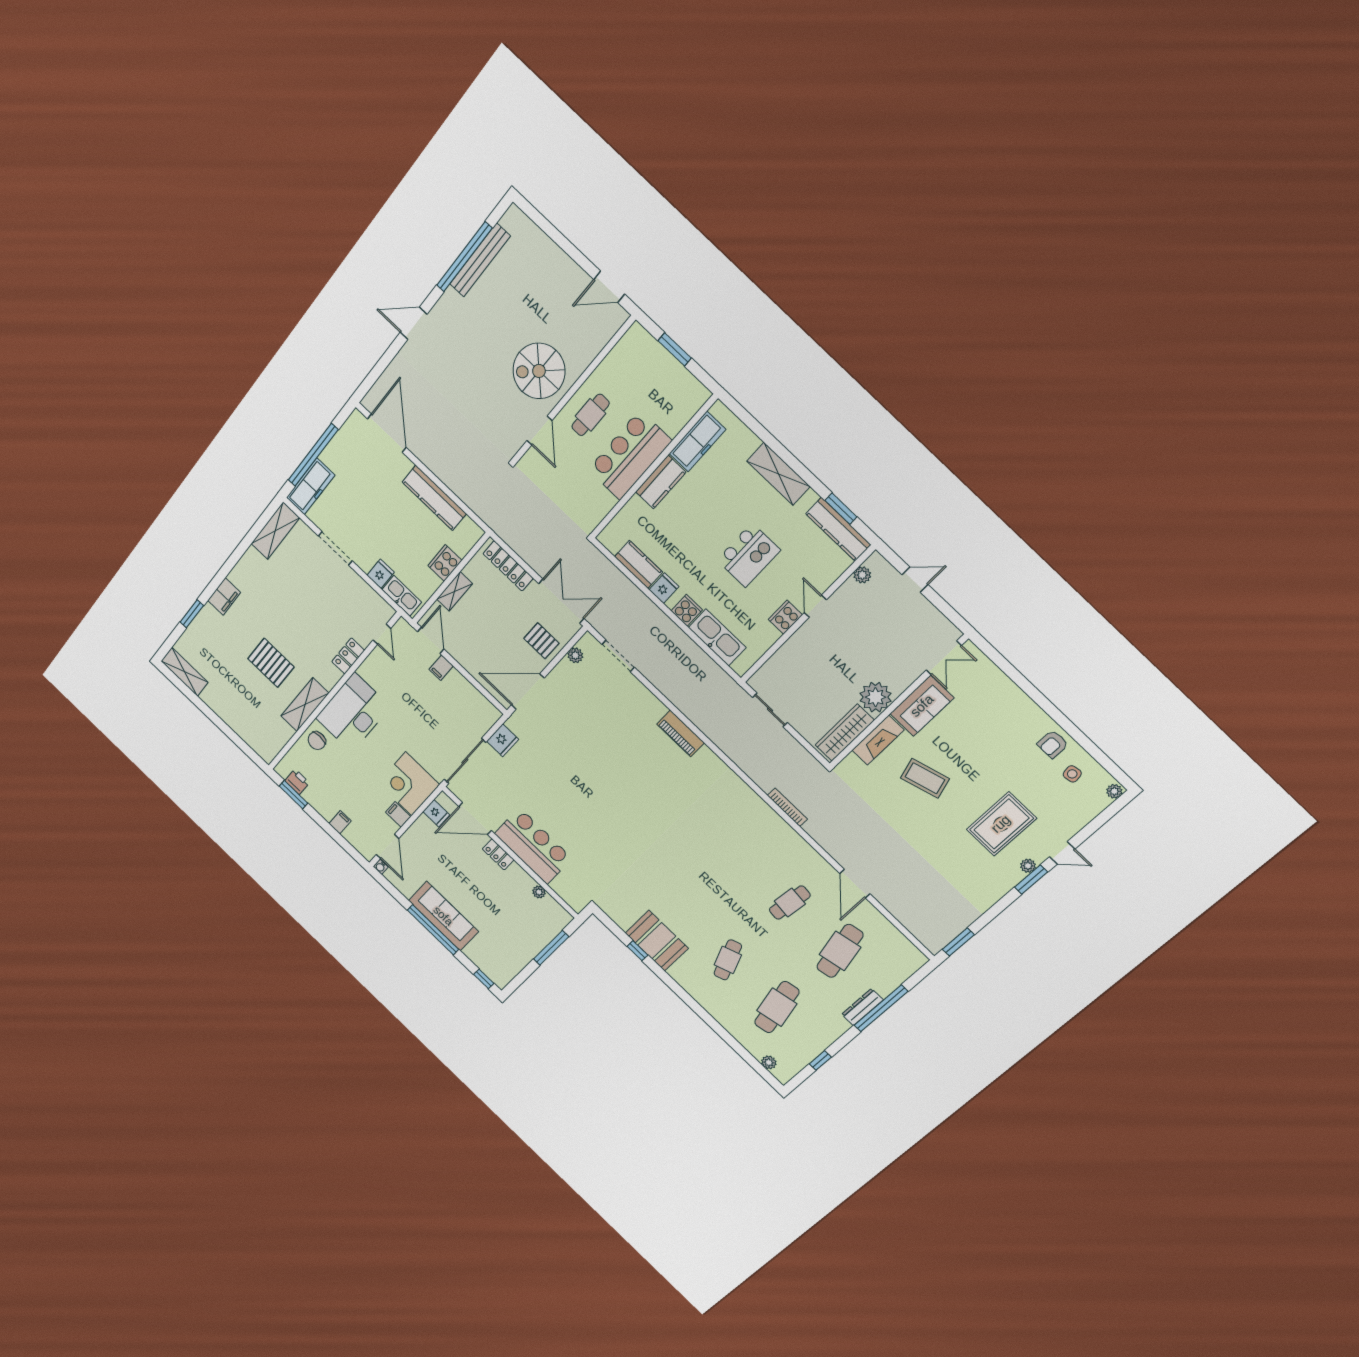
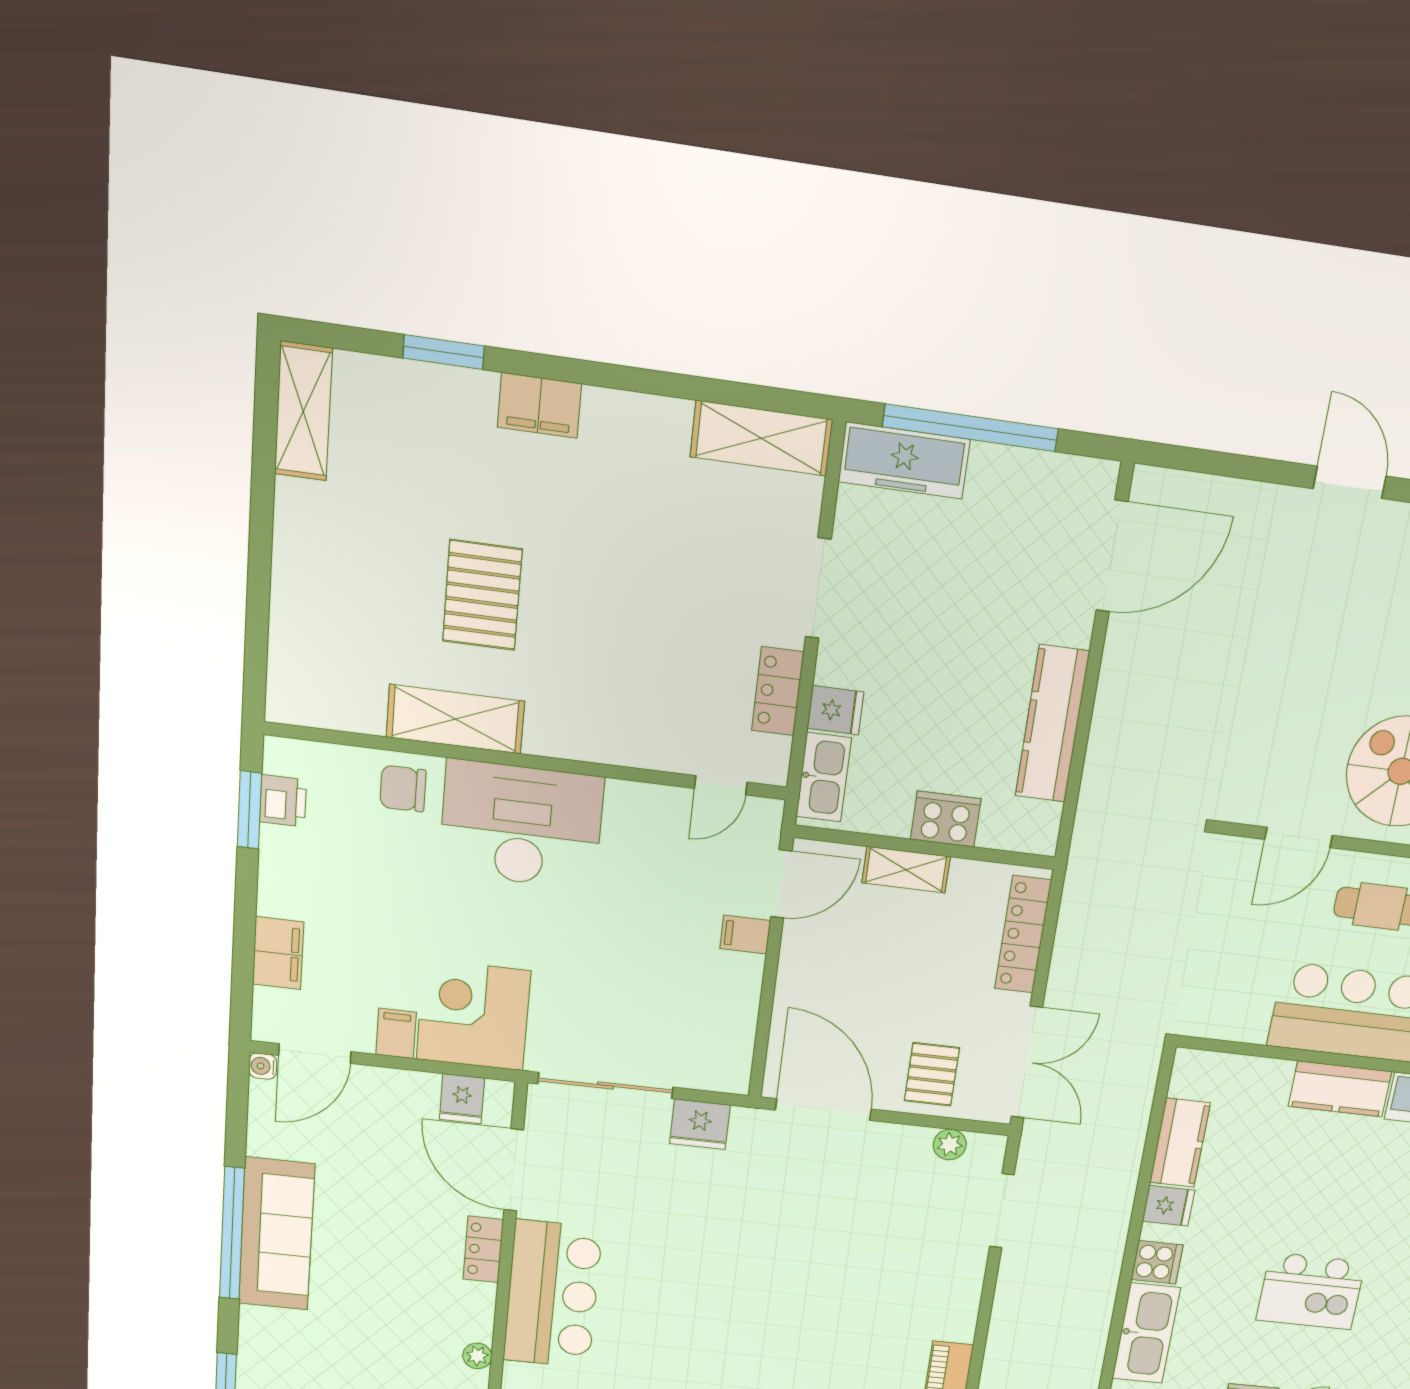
locker: (348, 656) -> (778, 691), moved, turned -90
filing cabinet: (340, 822) -> (278, 953), width x2.00

